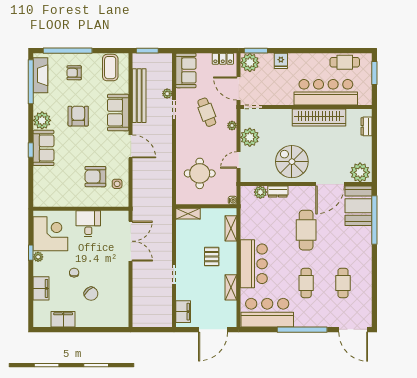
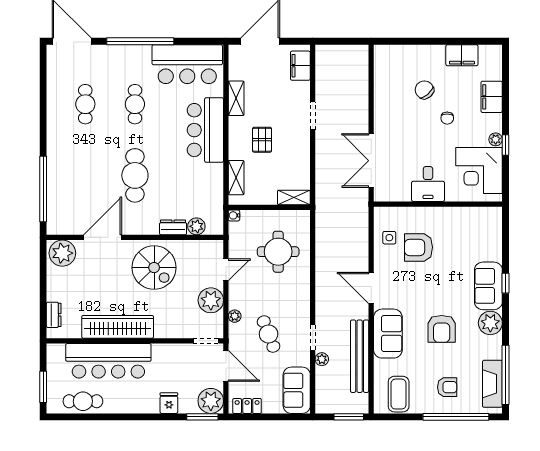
armchair: (95, 177) -> (418, 247), turned 180
booth: (359, 206) -> (64, 208), removed

